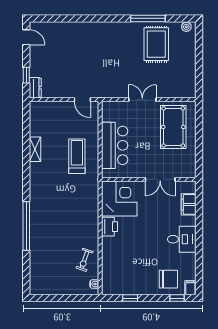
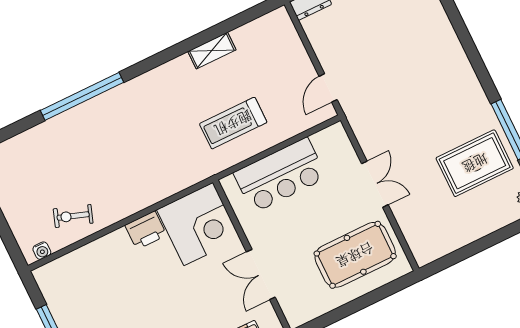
treadmill: (77, 156) -> (233, 123), turned 180

